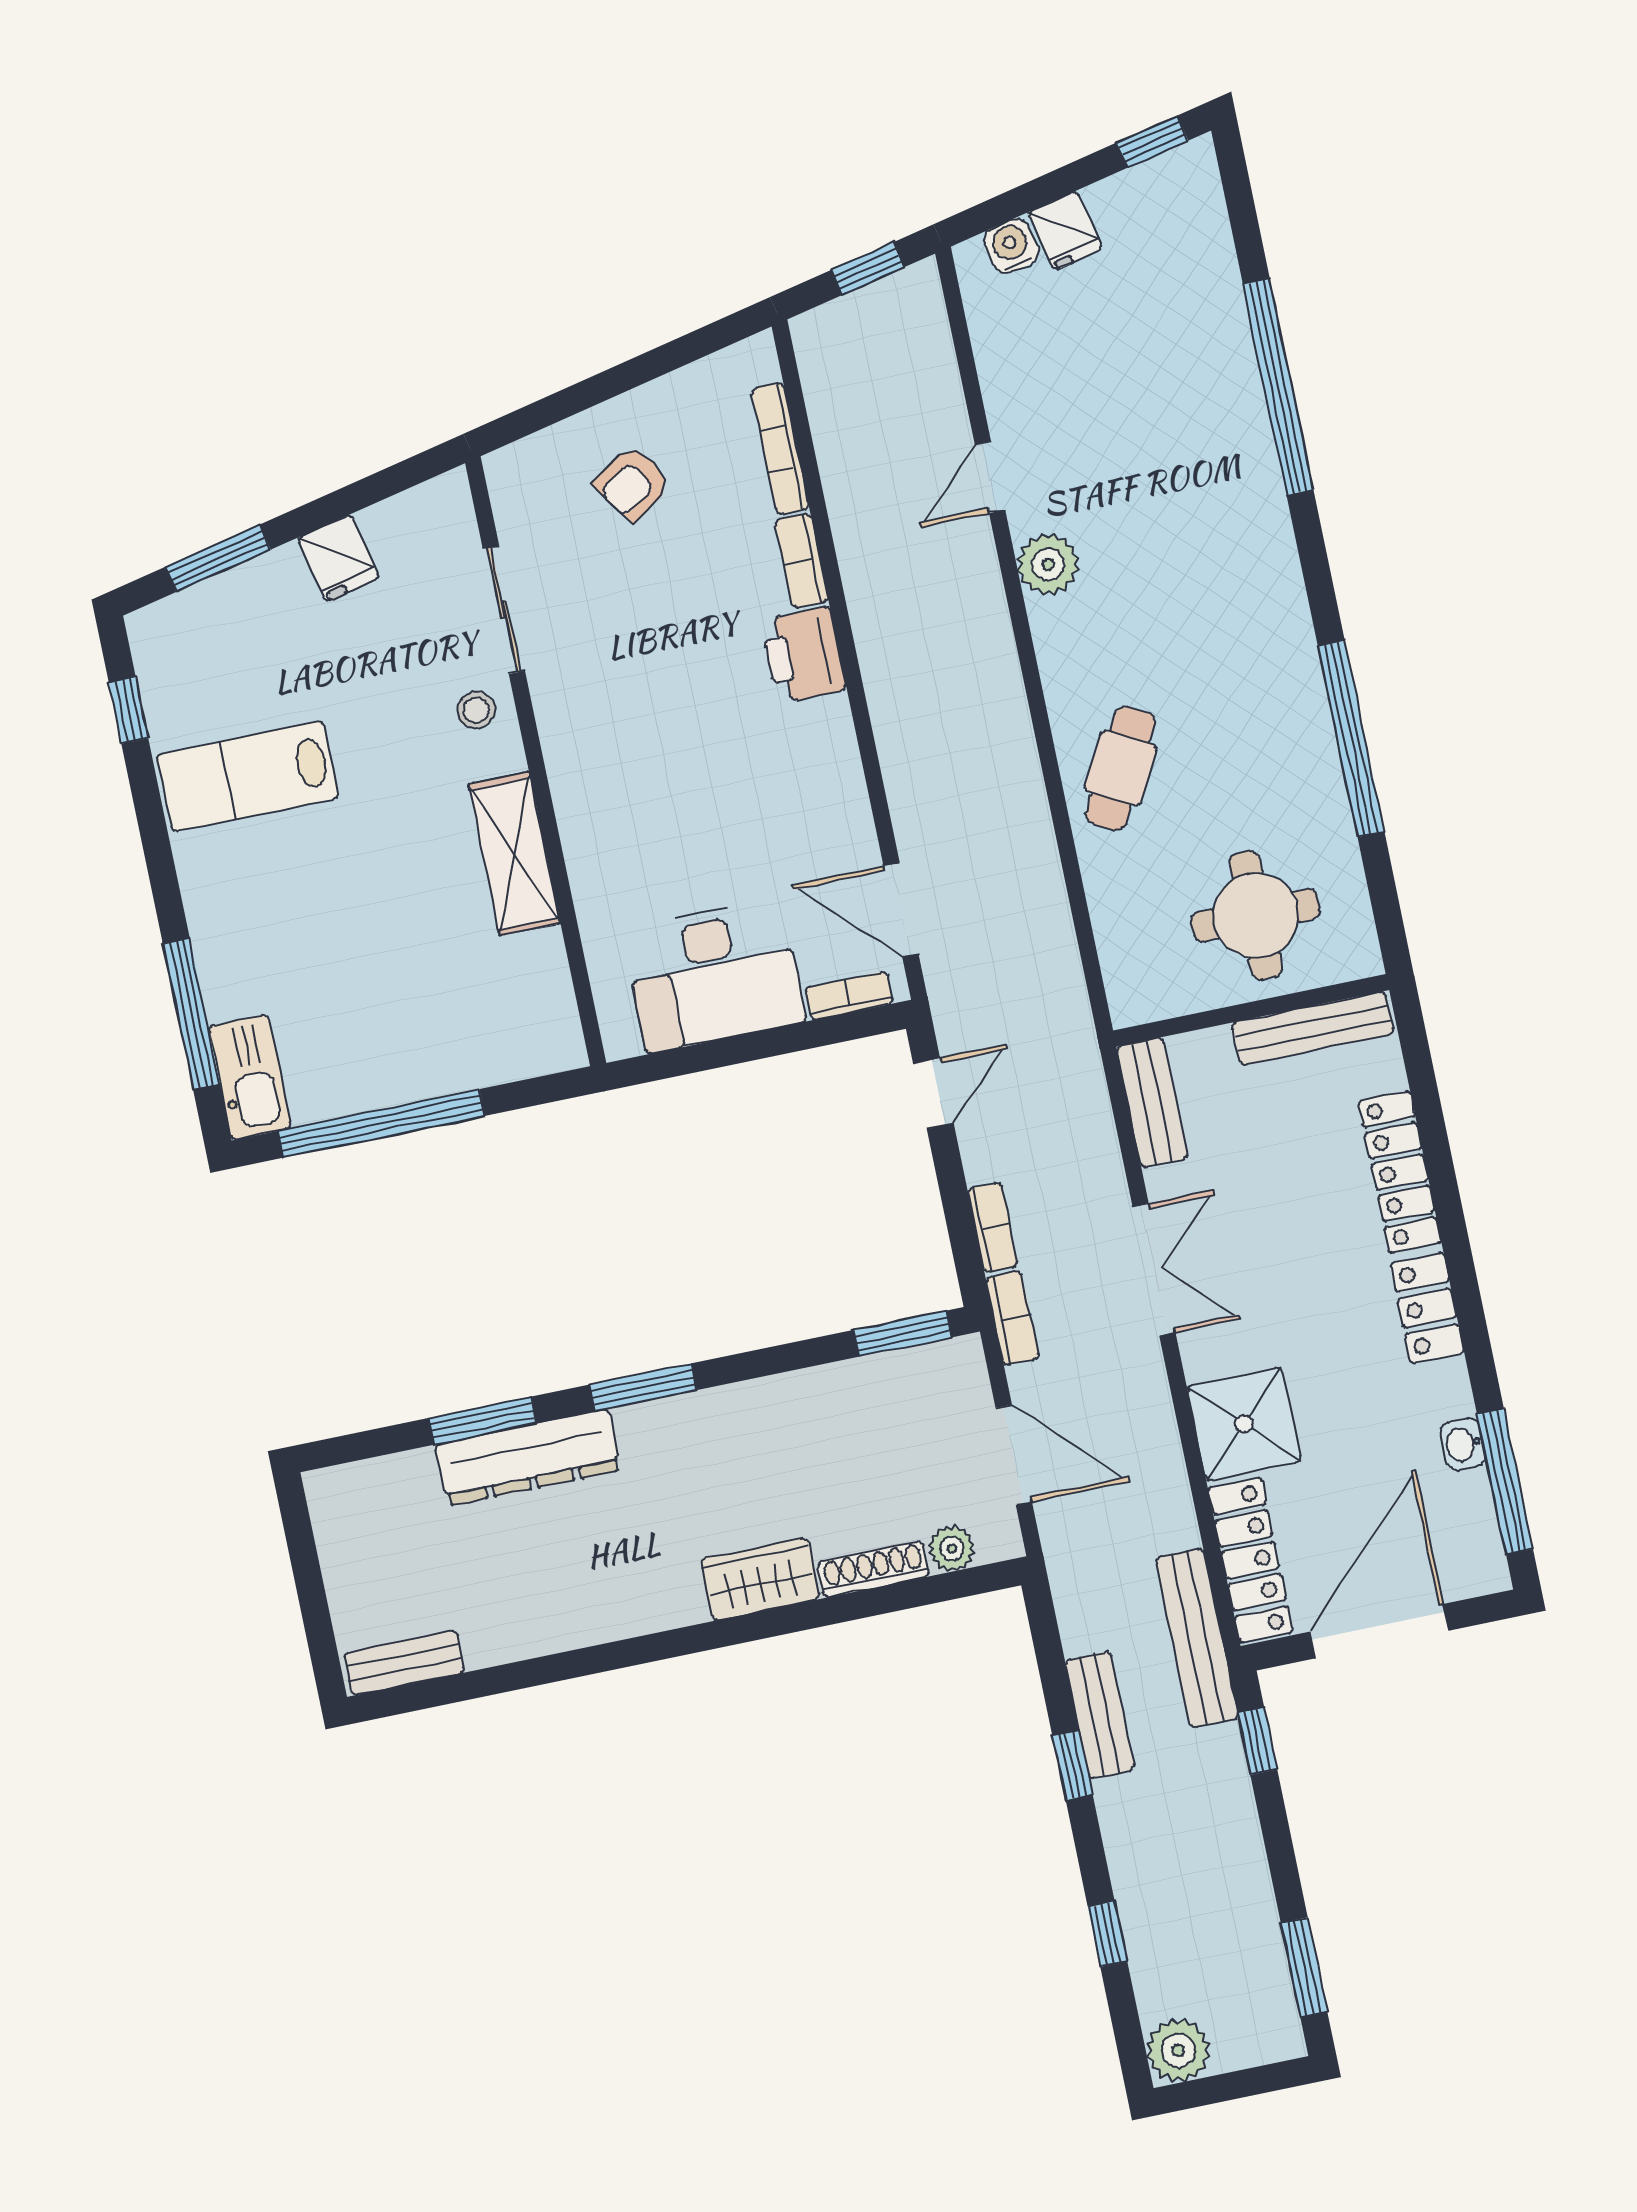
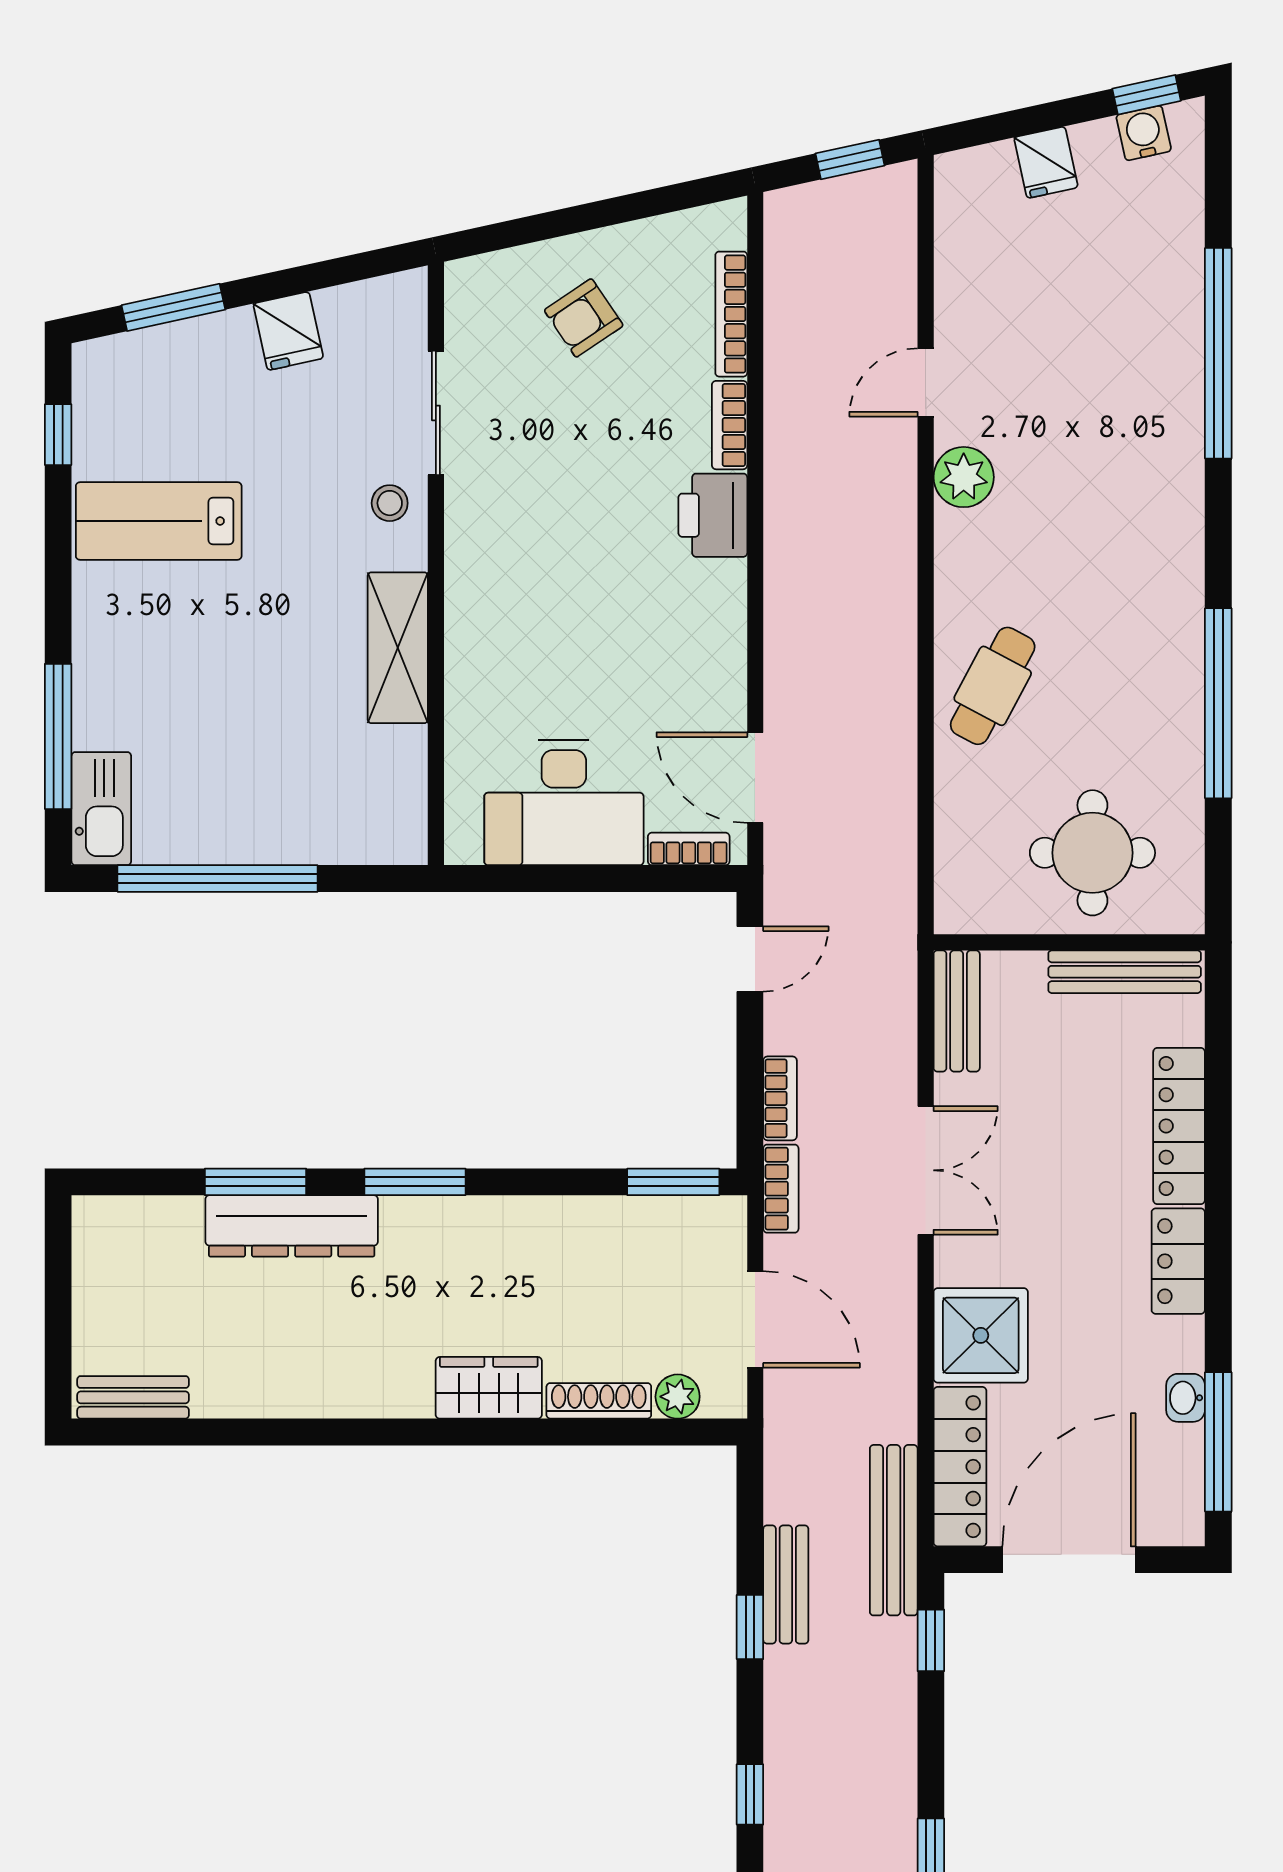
water cooler: (1011, 246) -> (1144, 133), moved

